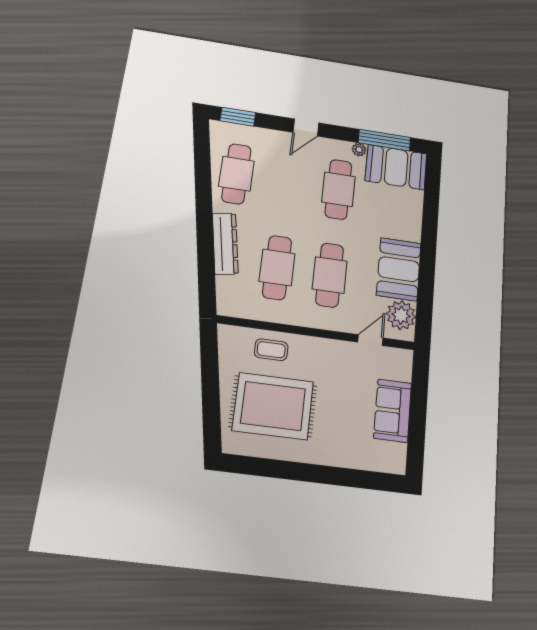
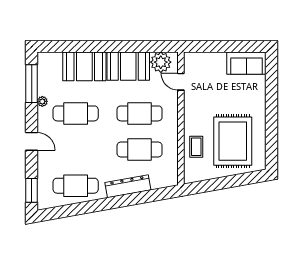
booth: (396, 167) -> (84, 66), moved, turned 90
sofa: (393, 411) -> (246, 63), moved

